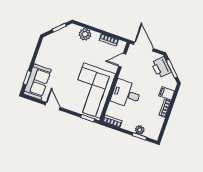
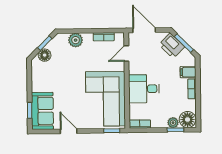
floor lamp: (56, 37) -> (45, 55), added
floor lamp: (152, 132) -> (188, 120), added

